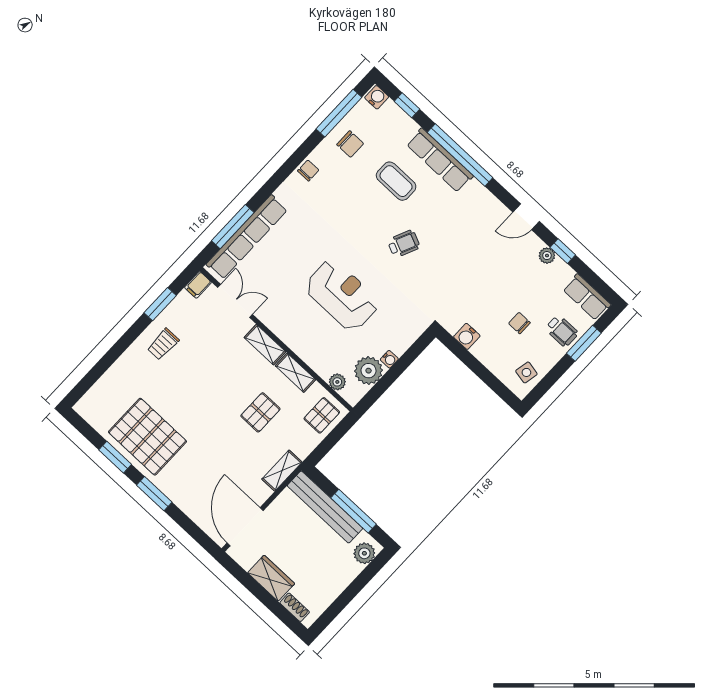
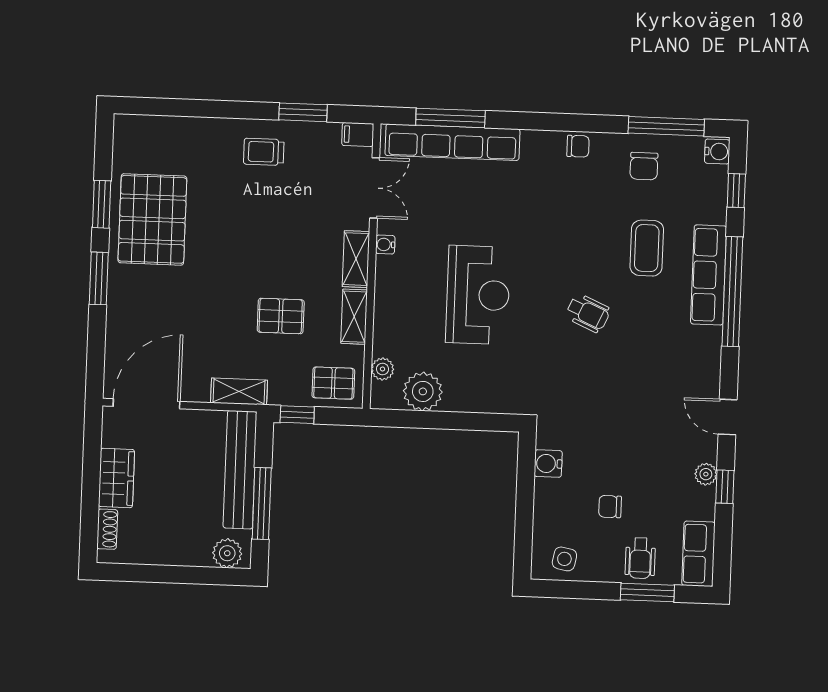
chair: (519, 323) -> (610, 507), turned -90
water cooler: (389, 359) -> (385, 245), moved, turned 90
window: (322, 450) -> (297, 415), added

